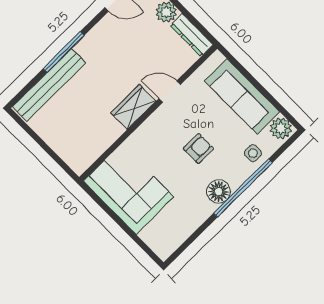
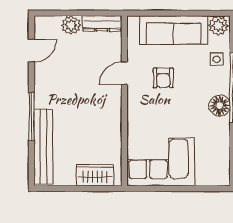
wardrobe: (133, 107) -> (95, 175), moved, turned 90
armchair: (198, 149) -> (163, 78), moved, turned 180

